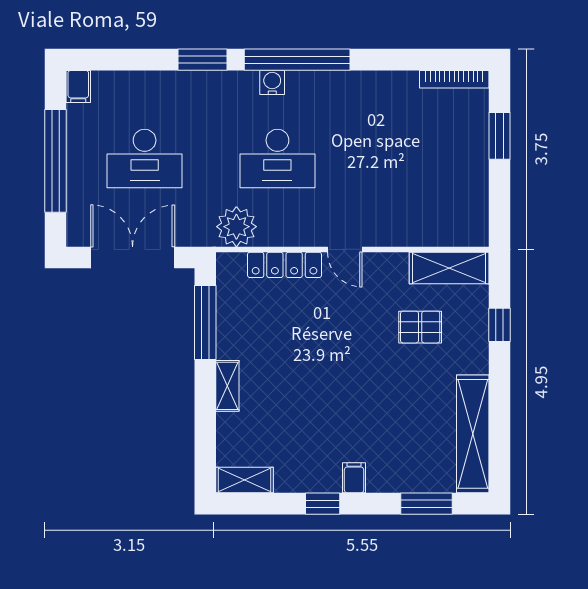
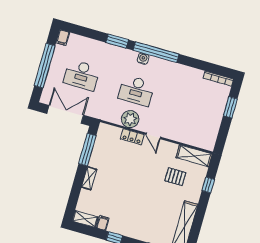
plant: (236, 227) -> (130, 119), moved
locker: (285, 265) -> (132, 137), width x0.66
filing cabinet: (354, 478) -> (103, 223), moved

